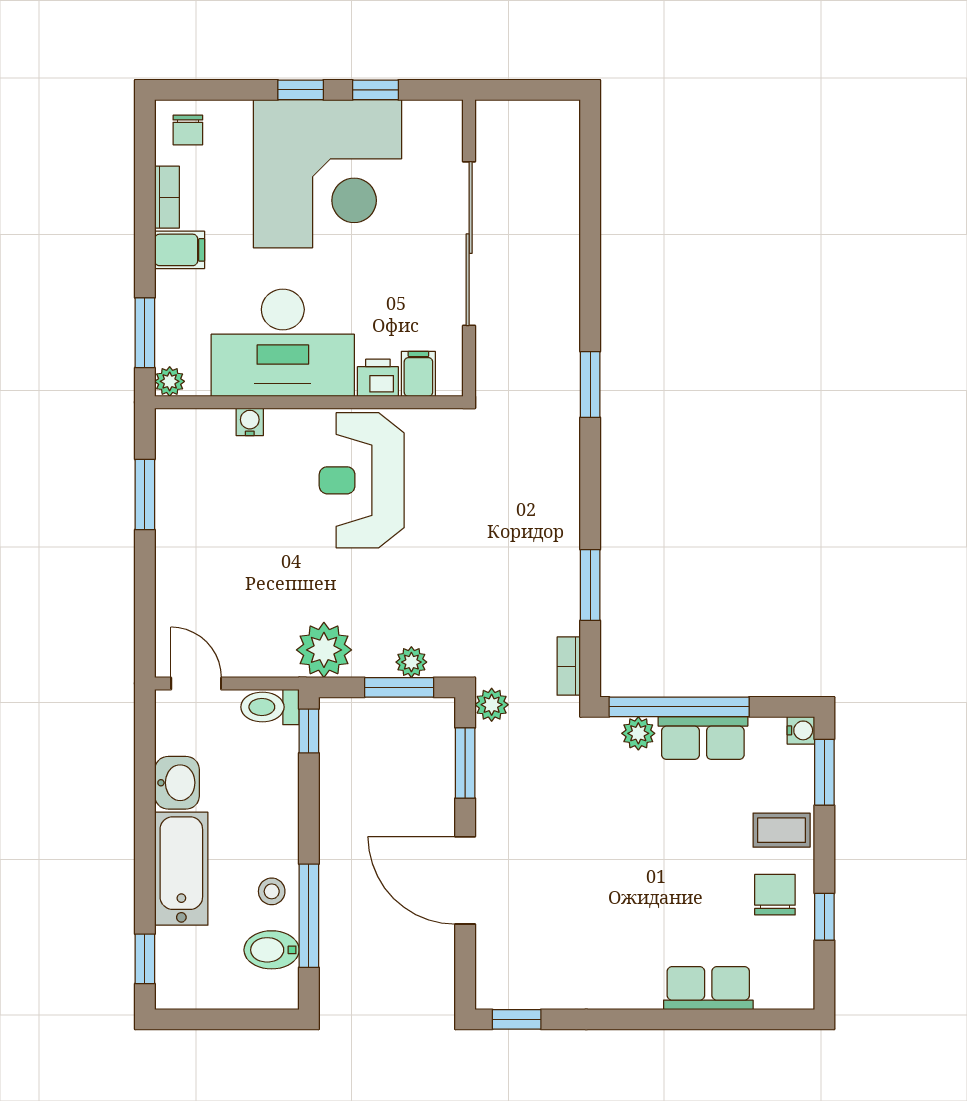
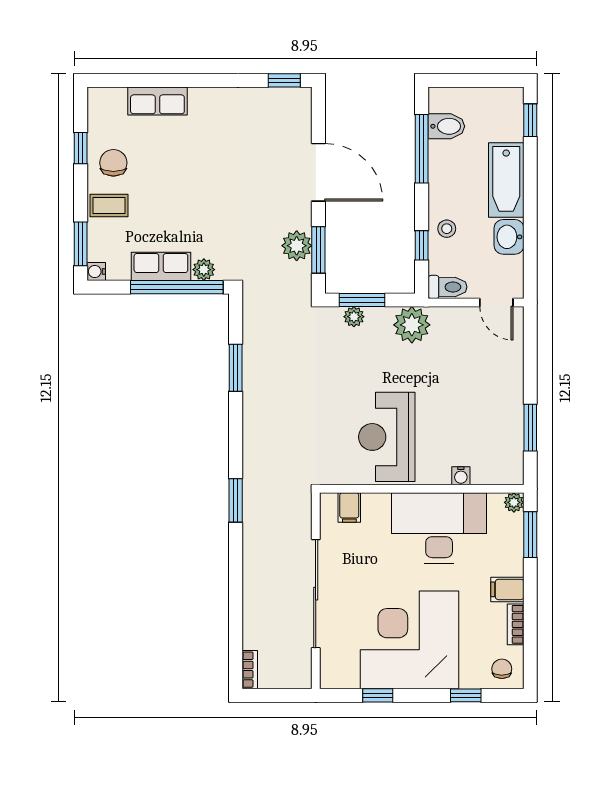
window: (301, 90) -> (466, 695), moved
printer: (378, 378) -> (376, 505), removed
reception desk: (362, 480) -> (387, 437), turned 180
bookcase: (569, 666) -> (250, 670), moved
plant: (492, 705) -> (297, 246), moved, width x1.38, depth x1.38
window: (309, 731) -> (422, 245), moved
stool: (272, 891) -> (447, 229), moved
chair: (775, 895) -> (113, 163), turned 180

